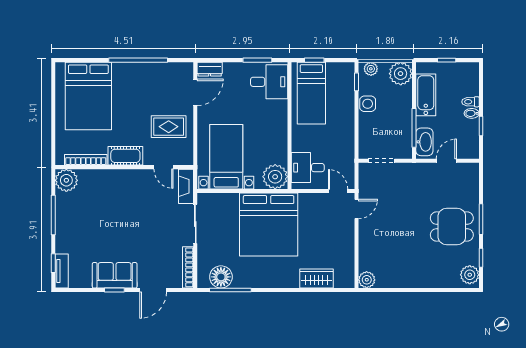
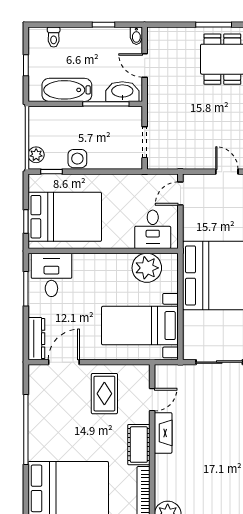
dresser: (210, 69) -> (36, 339), width x1.44
plant: (401, 74) -> (42, 120), removed
door: (195, 92) -> (64, 362), hinge flipped
bed: (311, 93) -> (65, 217), width x1.50
toilet: (471, 102) -> (54, 37), moved
bidet: (472, 113) -> (136, 36), moved
plant: (275, 177) -> (147, 268), moved
fireplace: (186, 186) -> (163, 433), moved, turned -90
door: (356, 209) -> (227, 172), moved

